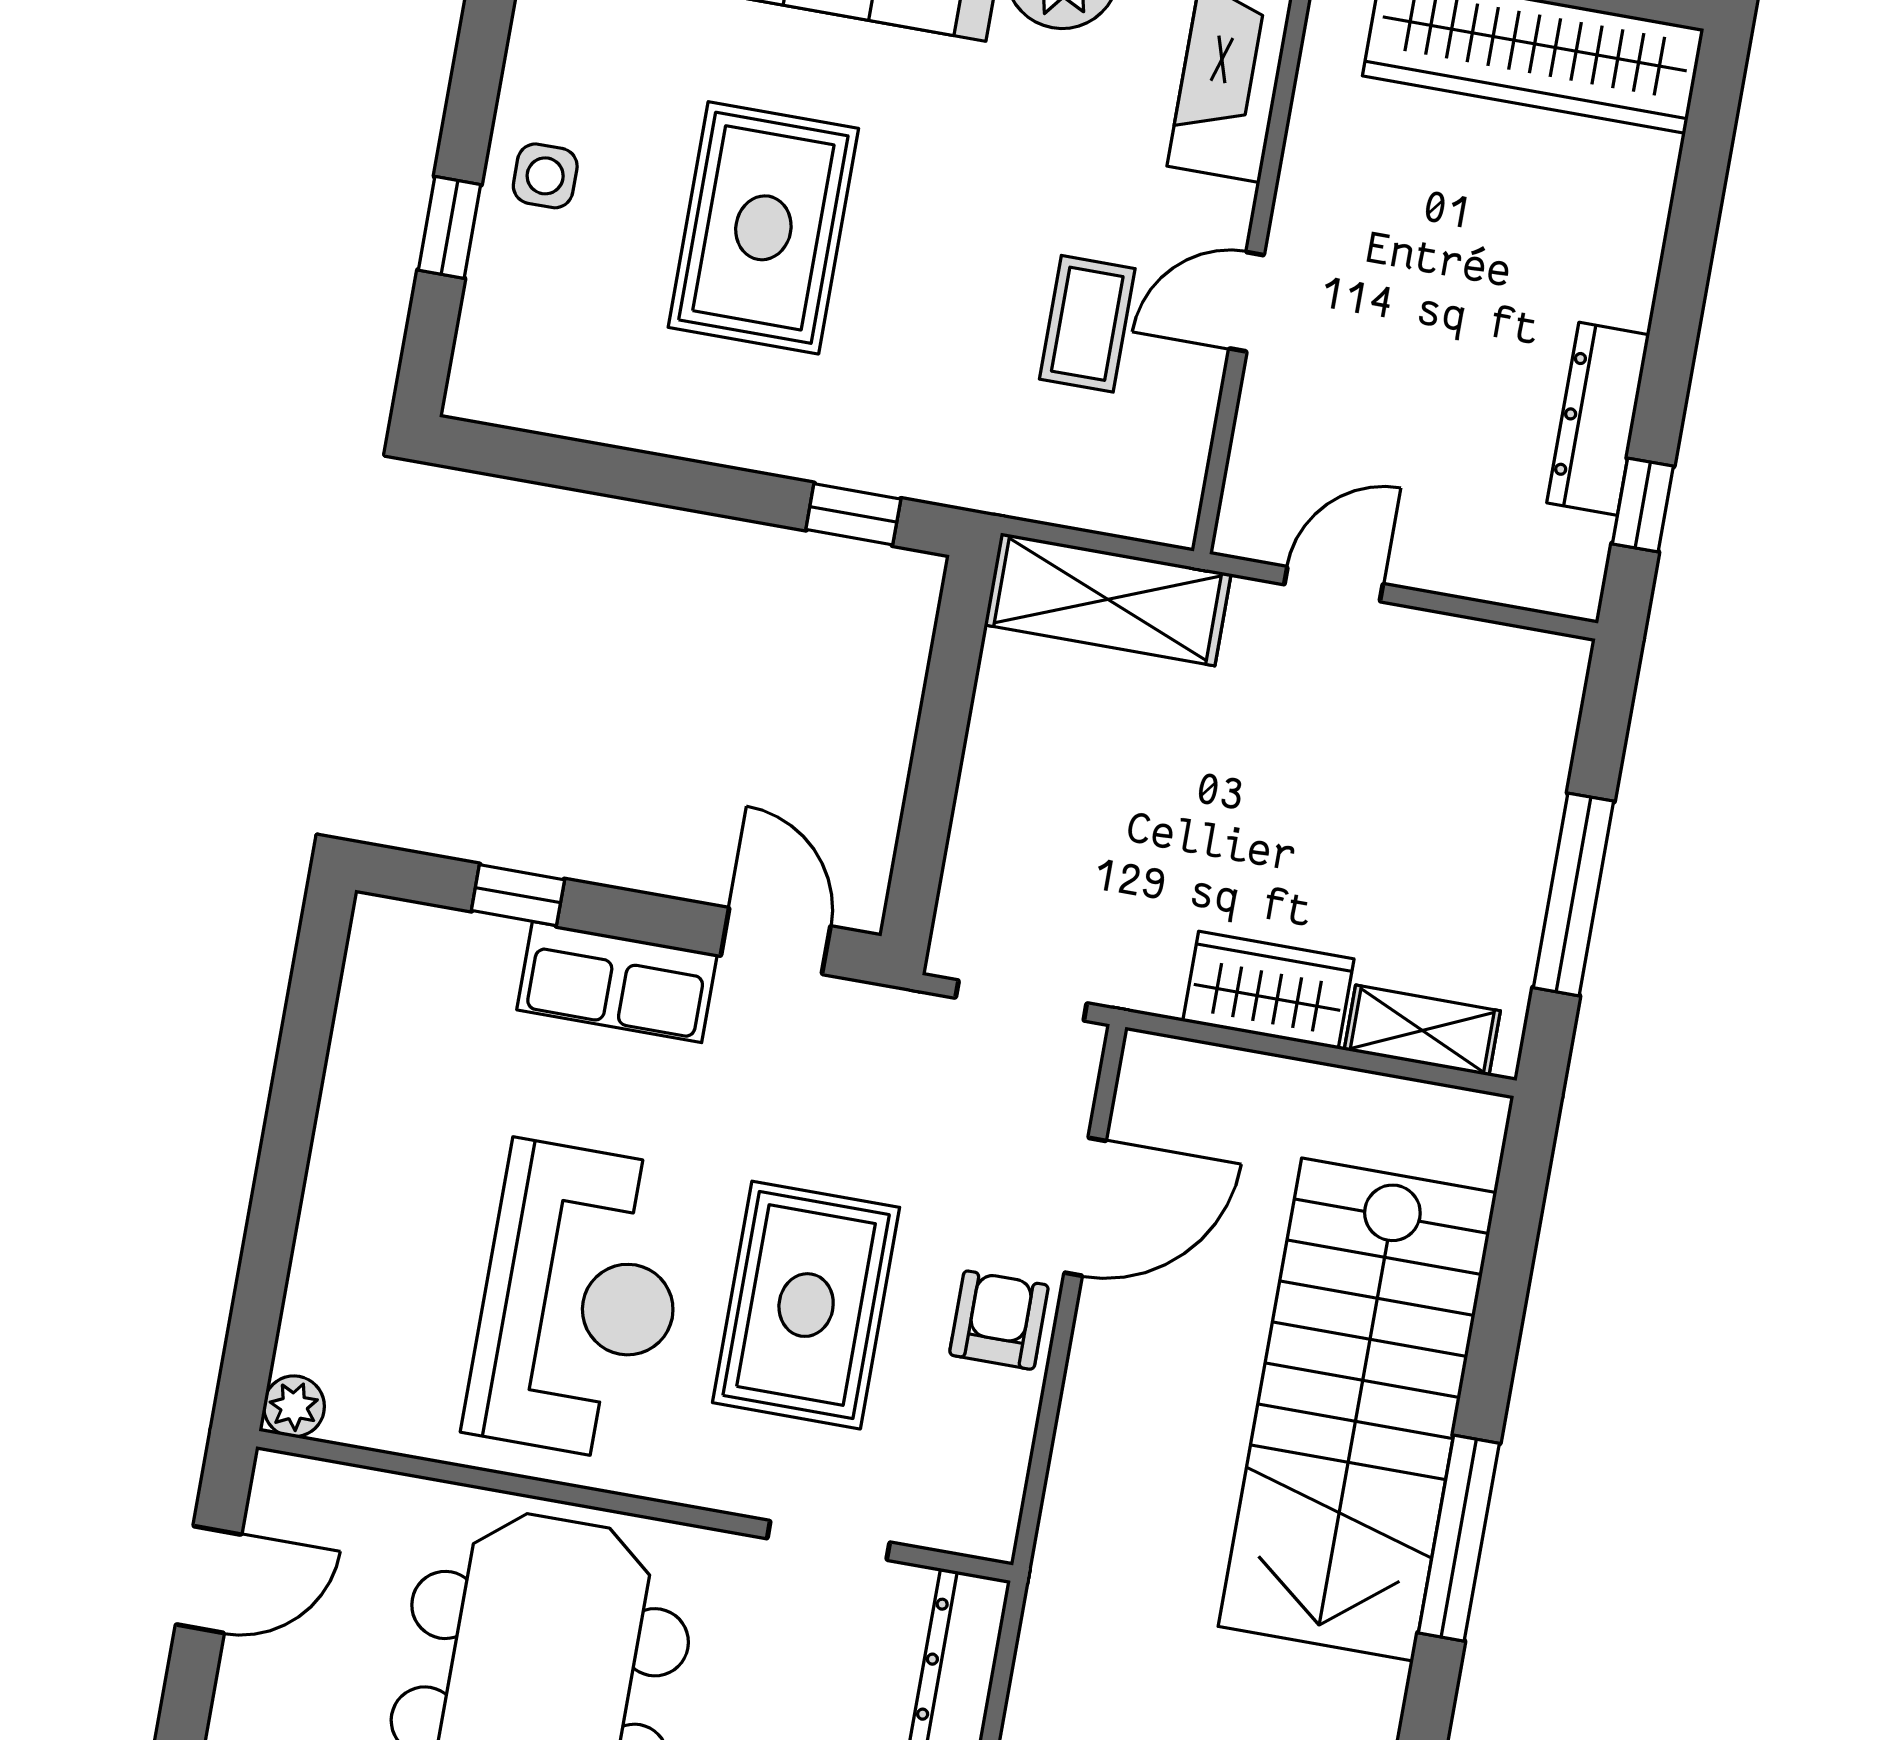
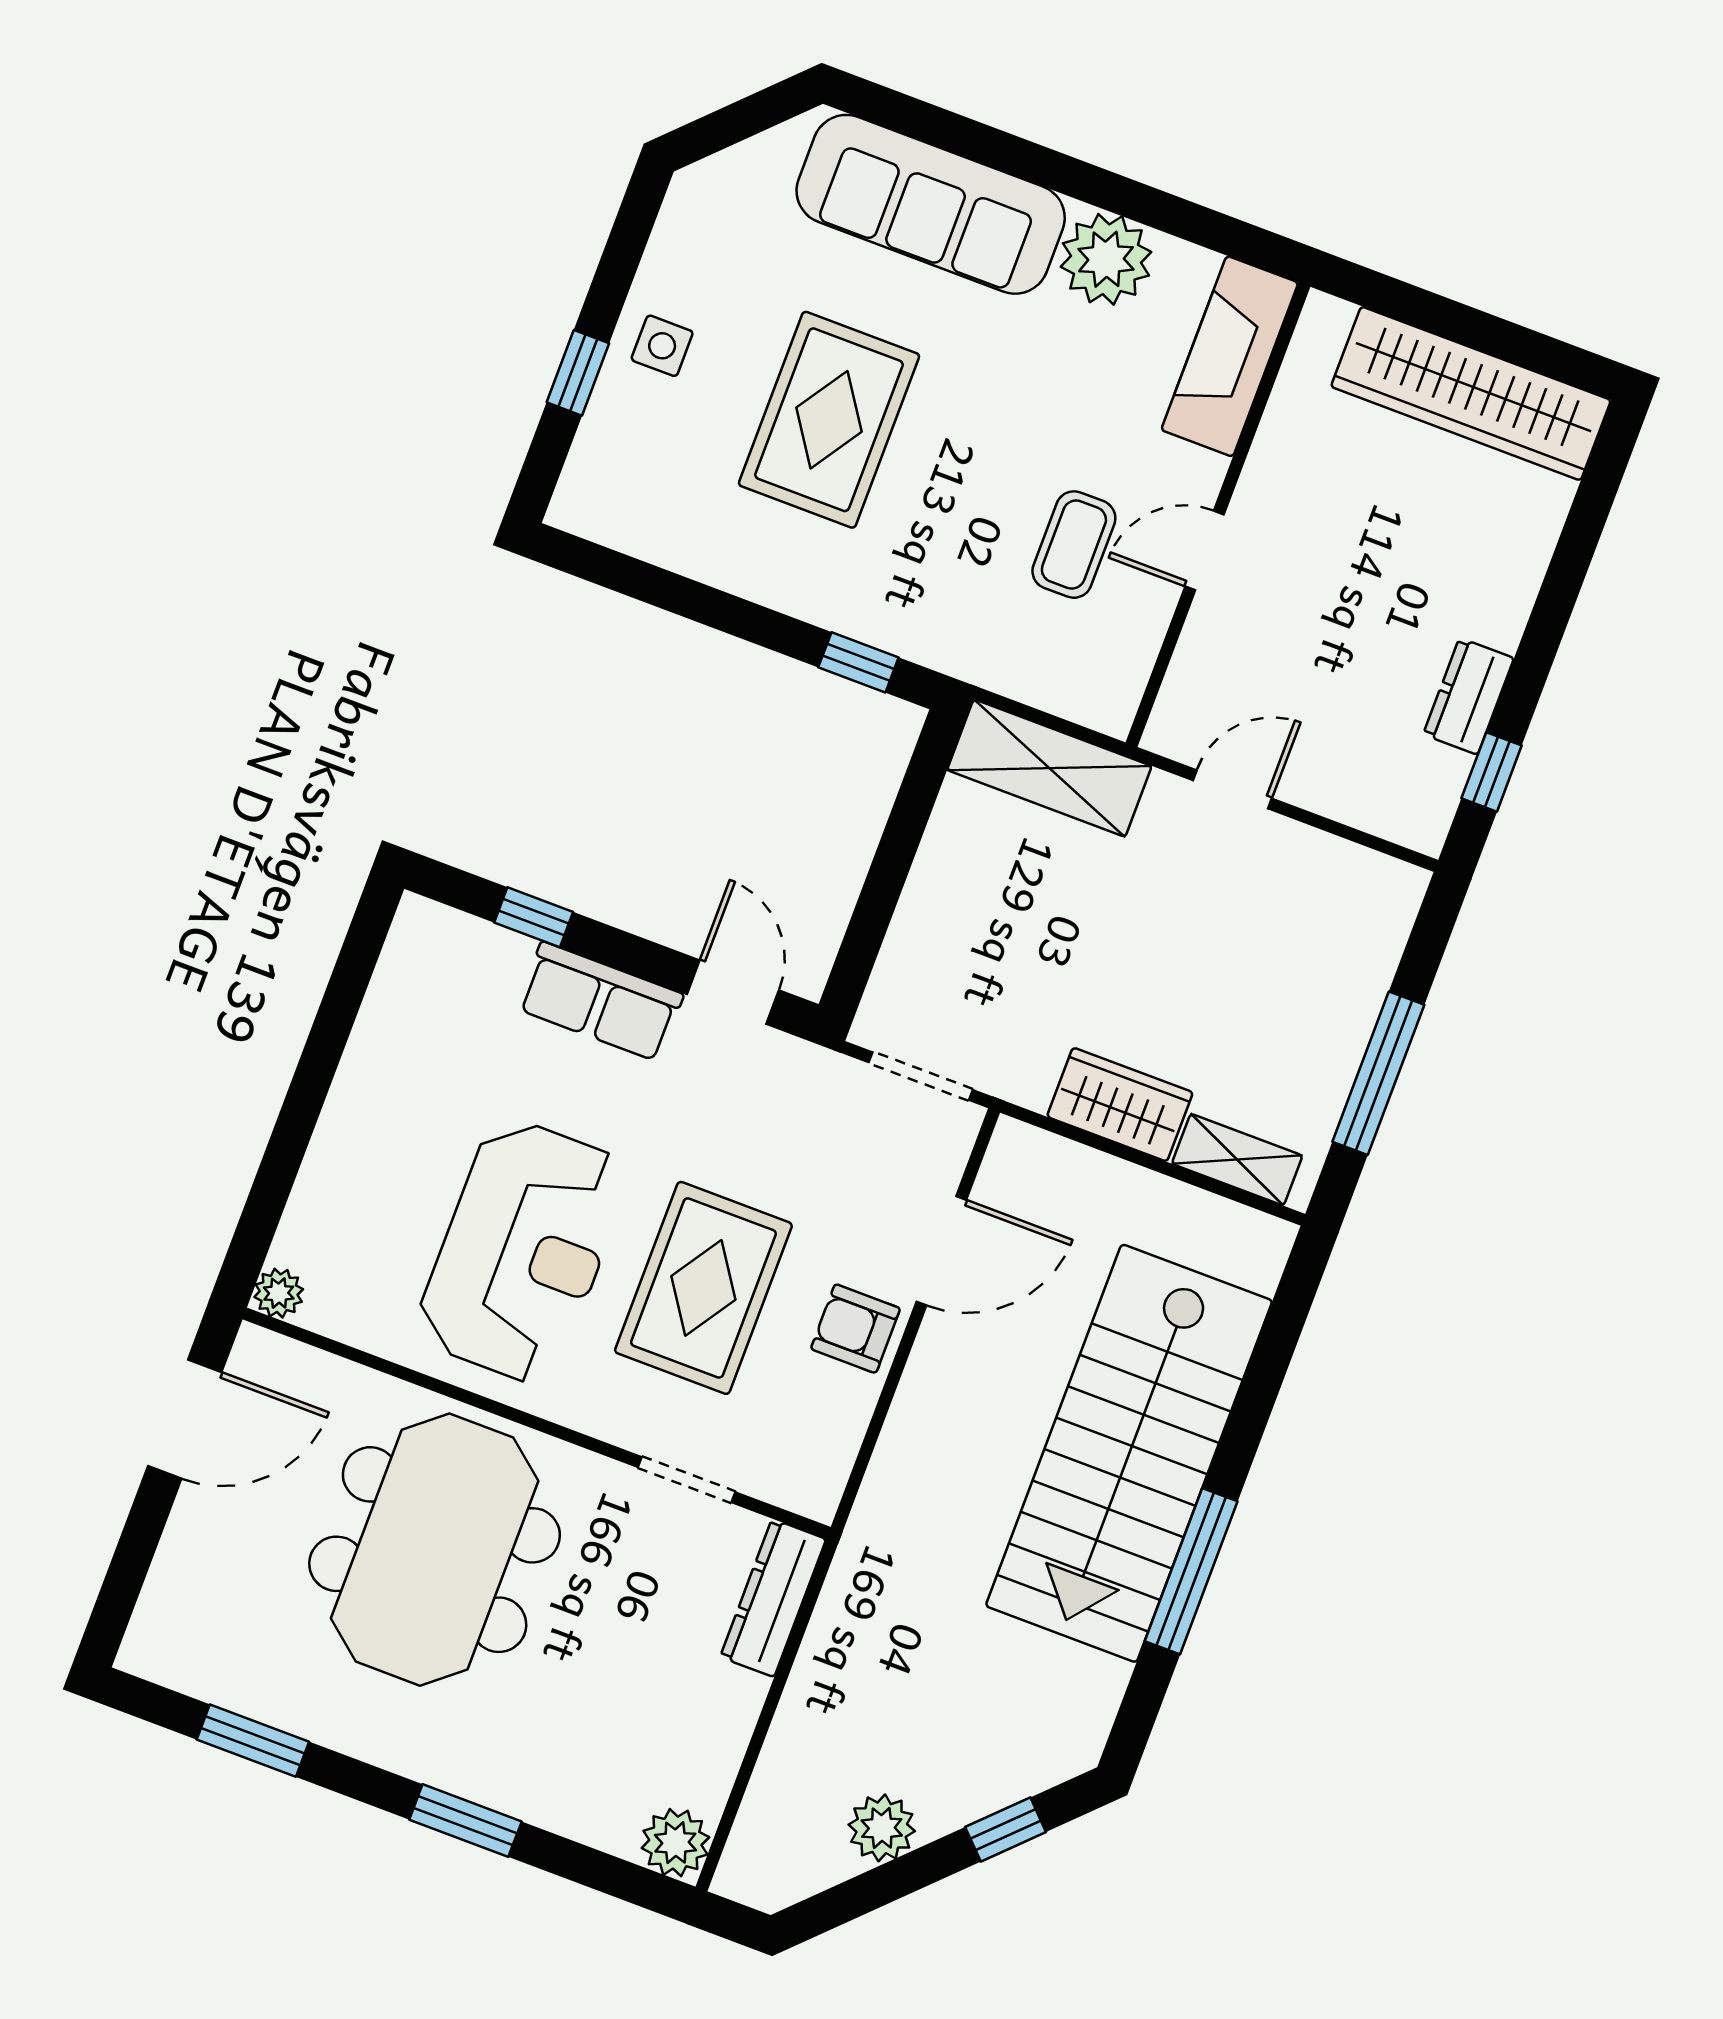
dresser: (1598, 419) -> (1469, 696), width x0.70
armchair: (999, 1320) -> (855, 1329), turned -90
door: (209, 1579) -> (185, 1419), width x1.37

